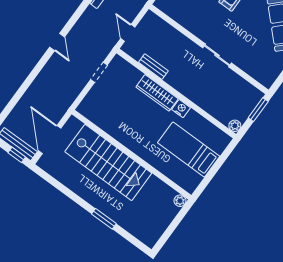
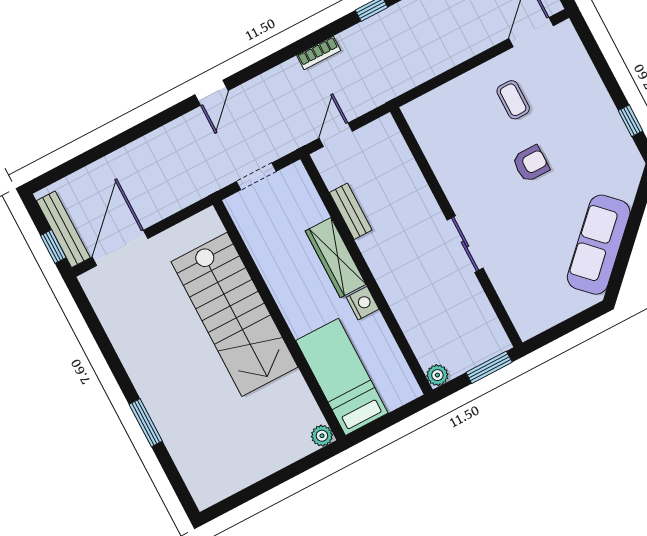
wall: (132, 155) -> (279, 320), moved
stairs: (108, 162) -> (235, 314), moved
plant: (180, 201) -> (322, 436), moved

